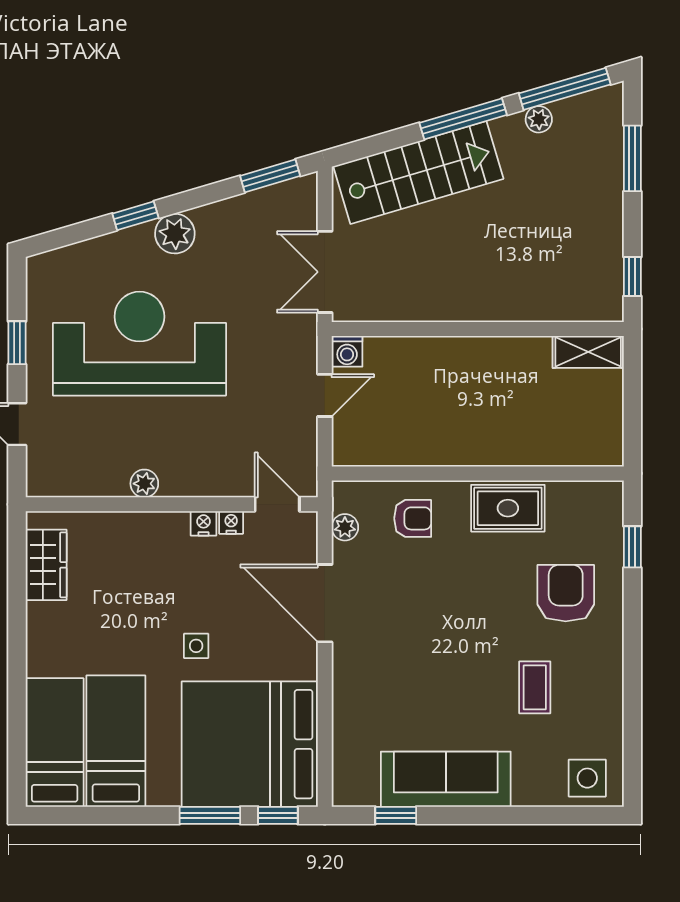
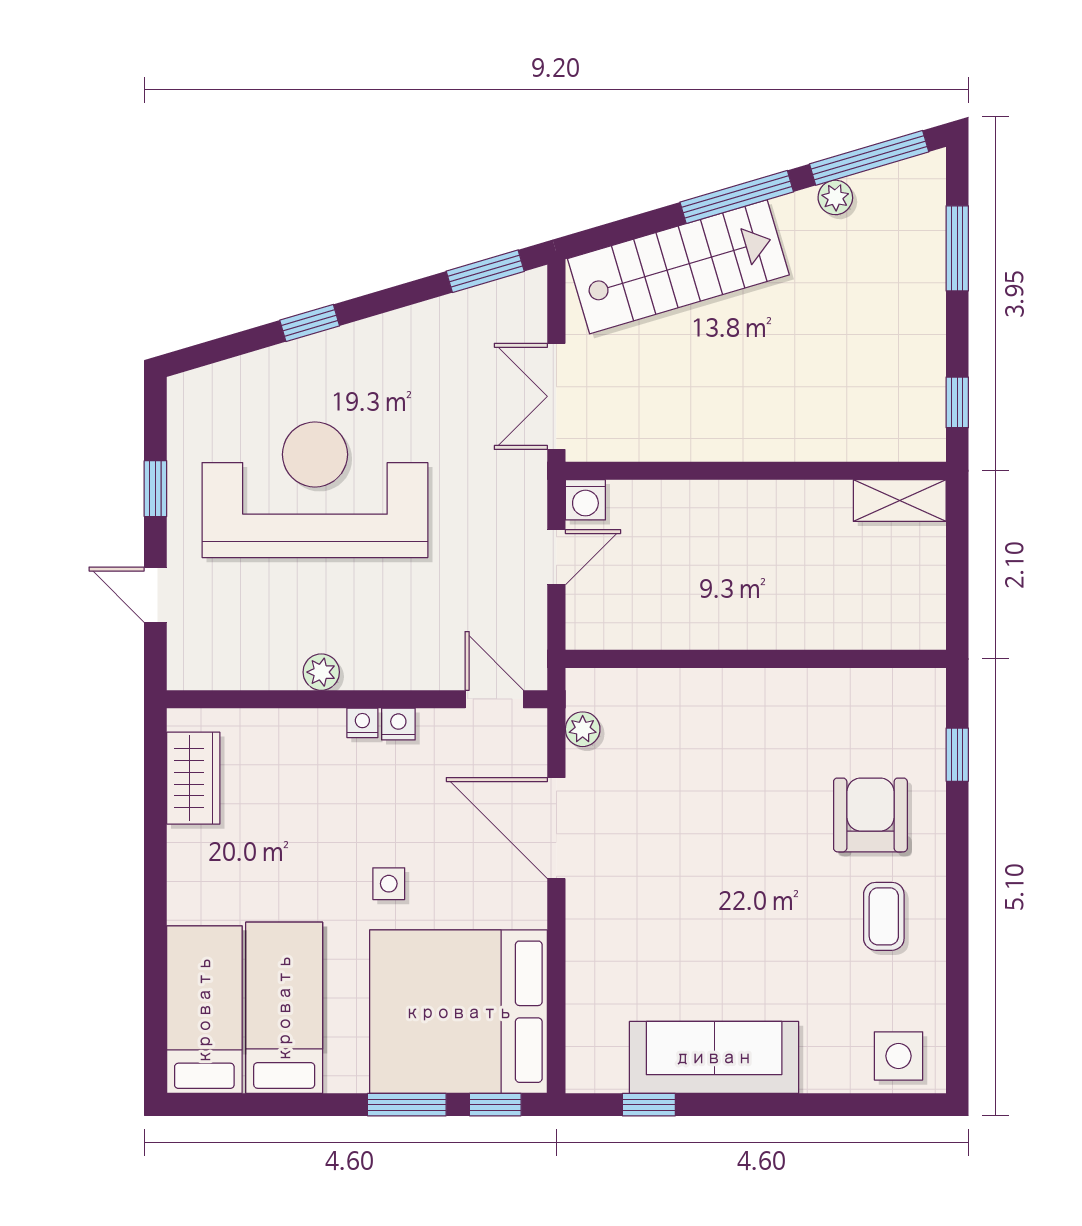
plant: (175, 234) -> (361, 346), removed
rug: (508, 508) -> (795, 704), removed
armchair: (413, 518) -> (671, 718), removed
nightstand: (231, 522) -> (362, 723), moved
coffee table: (535, 687) -> (884, 916), moved

